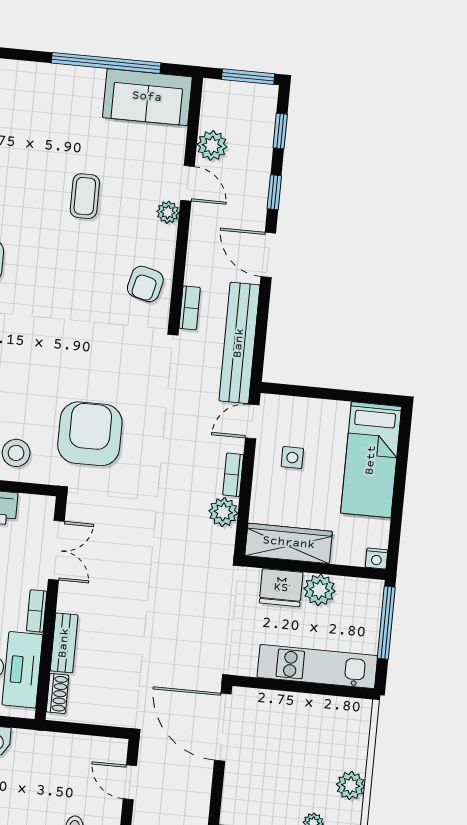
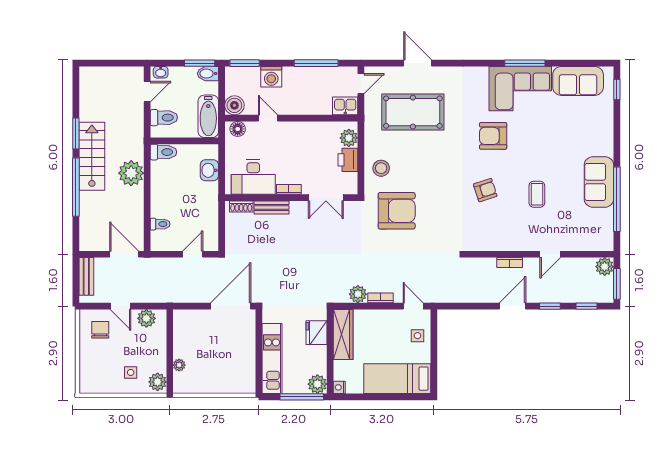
sofa: (147, 97) -> (599, 182), moved
plant: (212, 146) -> (605, 267), moved
coffee table: (85, 196) -> (537, 194), turned 90
plant: (168, 212) -> (532, 244), removed
armchair: (145, 284) -> (485, 190), moved, turned 148
bookcase: (190, 308) -> (510, 263), moved
bench: (239, 343) -> (459, 294), removed
side table: (292, 458) -> (418, 336), moved
plant: (319, 590) -> (317, 384), moved
plant: (351, 786) -> (203, 385), removed

